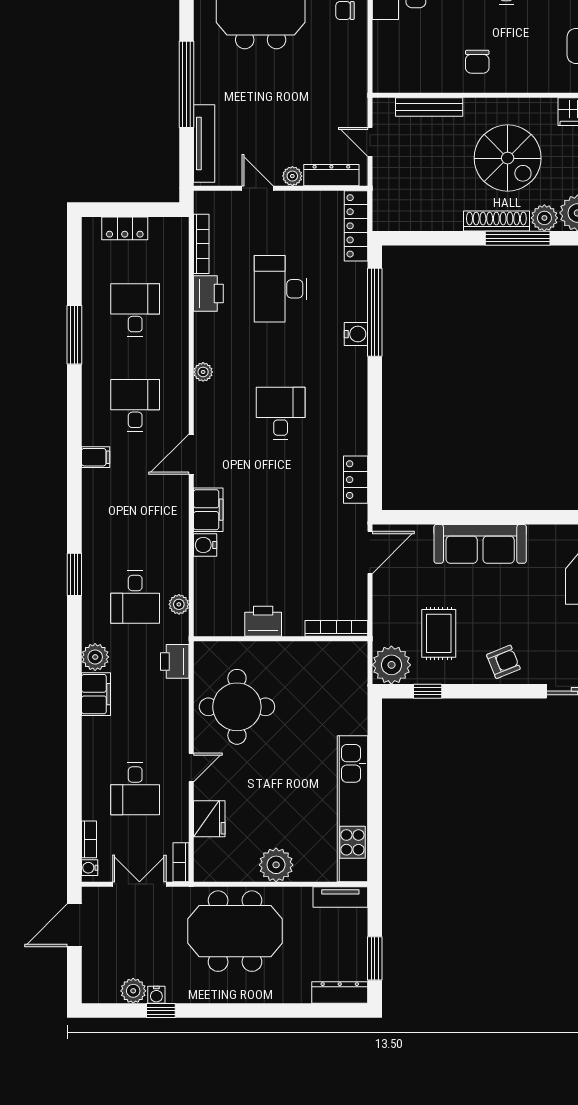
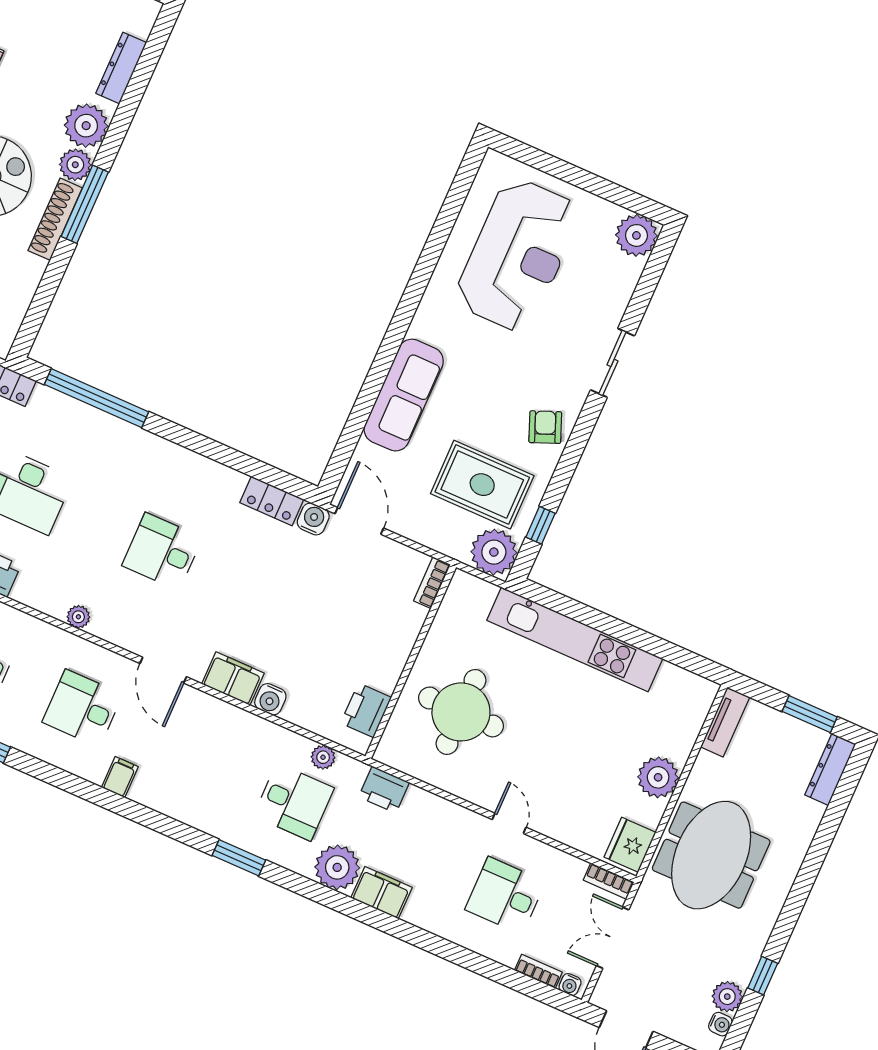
water cooler: (356, 334) -> (313, 519), moved
printer: (263, 621) -> (366, 710), moved
bookcase: (336, 628) -> (432, 583), width x0.64
rug: (439, 633) -> (482, 485), width x1.36, depth x1.43
plant: (95, 657) -> (337, 867), width x1.36, depth x1.36
round table: (237, 707) -> (461, 712), moved
desk: (135, 789) -> (505, 896), turned 180
kitchen unit: (352, 809) -> (575, 639), moved
fridge: (209, 819) -> (630, 845), moved, turned -90
water cooler: (156, 995) -> (720, 1024), moved

